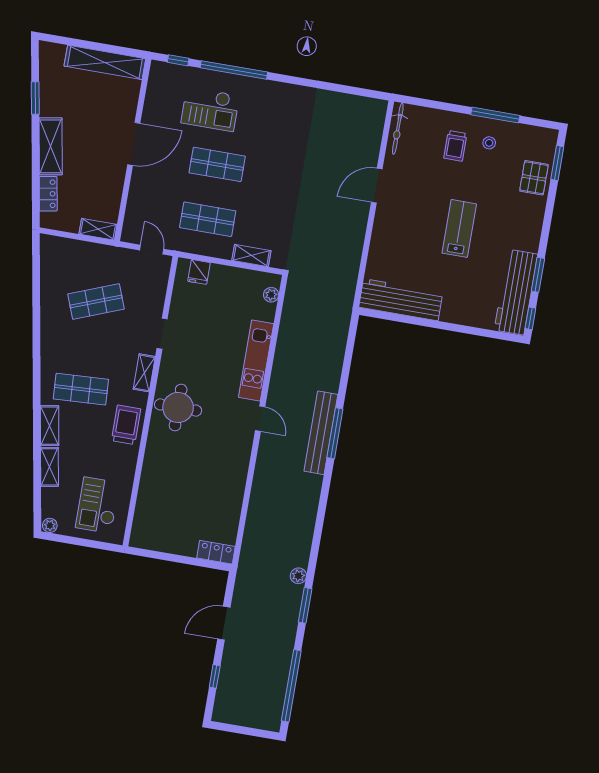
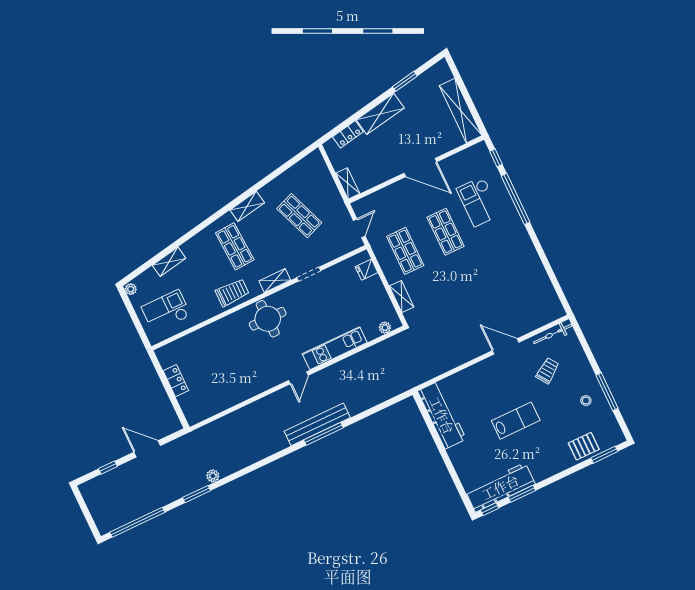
trolley: (455, 146) -> (548, 371), moved, turned 145
shelving: (50, 426) -> (247, 206), moved
locker: (216, 552) -> (176, 381), moved

